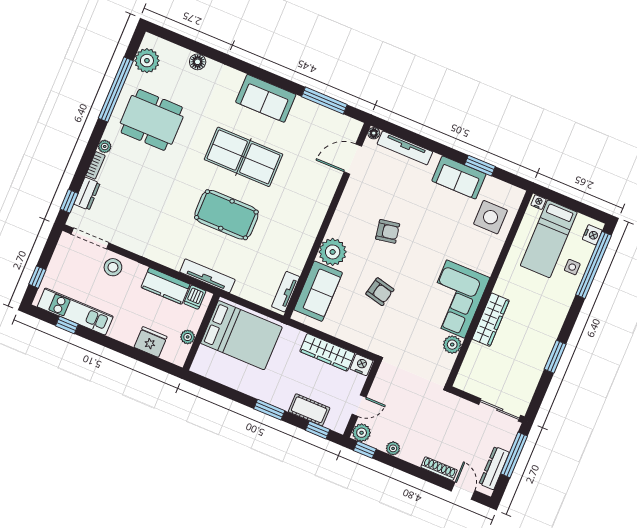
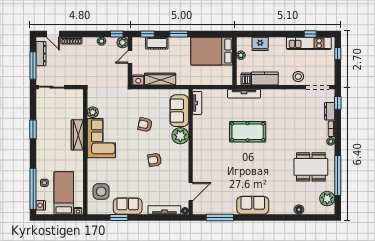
table tennis table: (243, 157) -> (252, 168), removed
bed: (241, 335) -> (212, 51), moved

